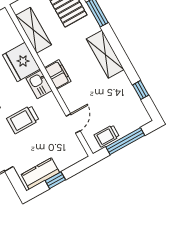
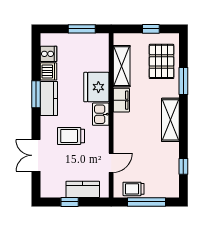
filing cabinet: (58, 74) -> (121, 100), moved
kitchen counter: (40, 174) -> (83, 189), moved

